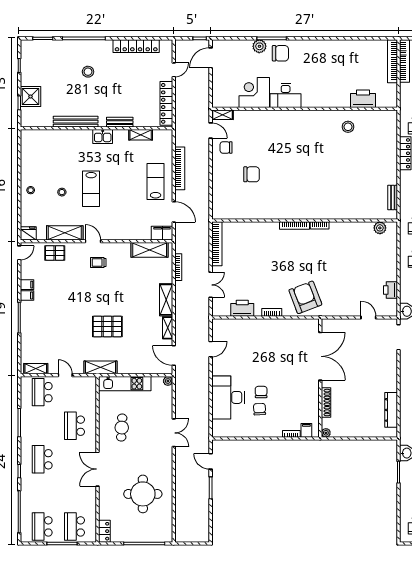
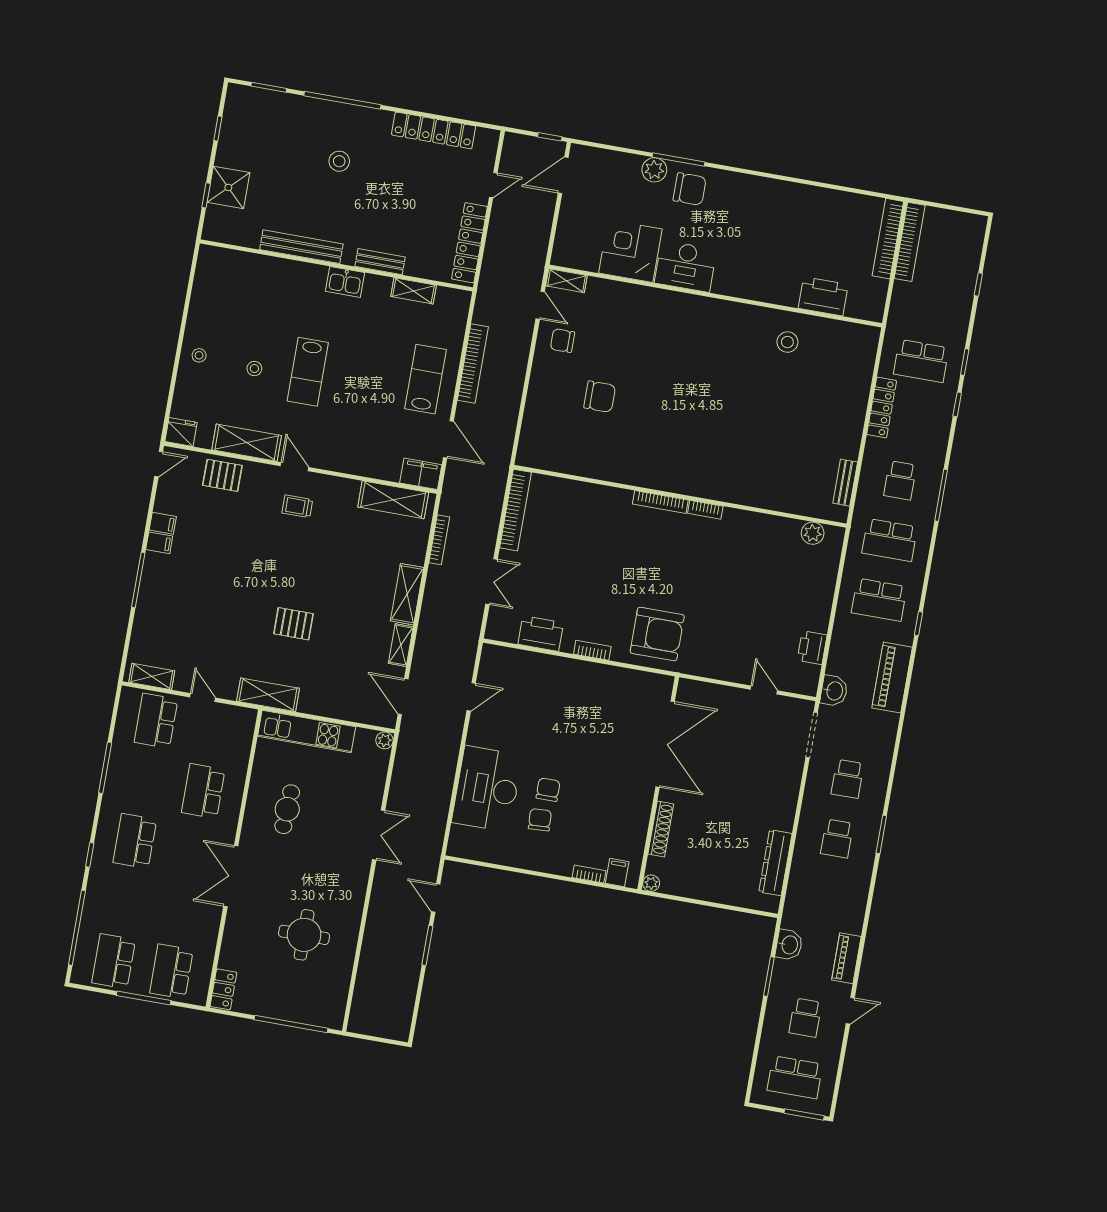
armchair: (305, 297) -> (657, 634), turned 111
pallet: (107, 326) -> (293, 624), width x0.67, depth x0.71
round table: (143, 494) -> (304, 935), width x0.73, depth x0.73

